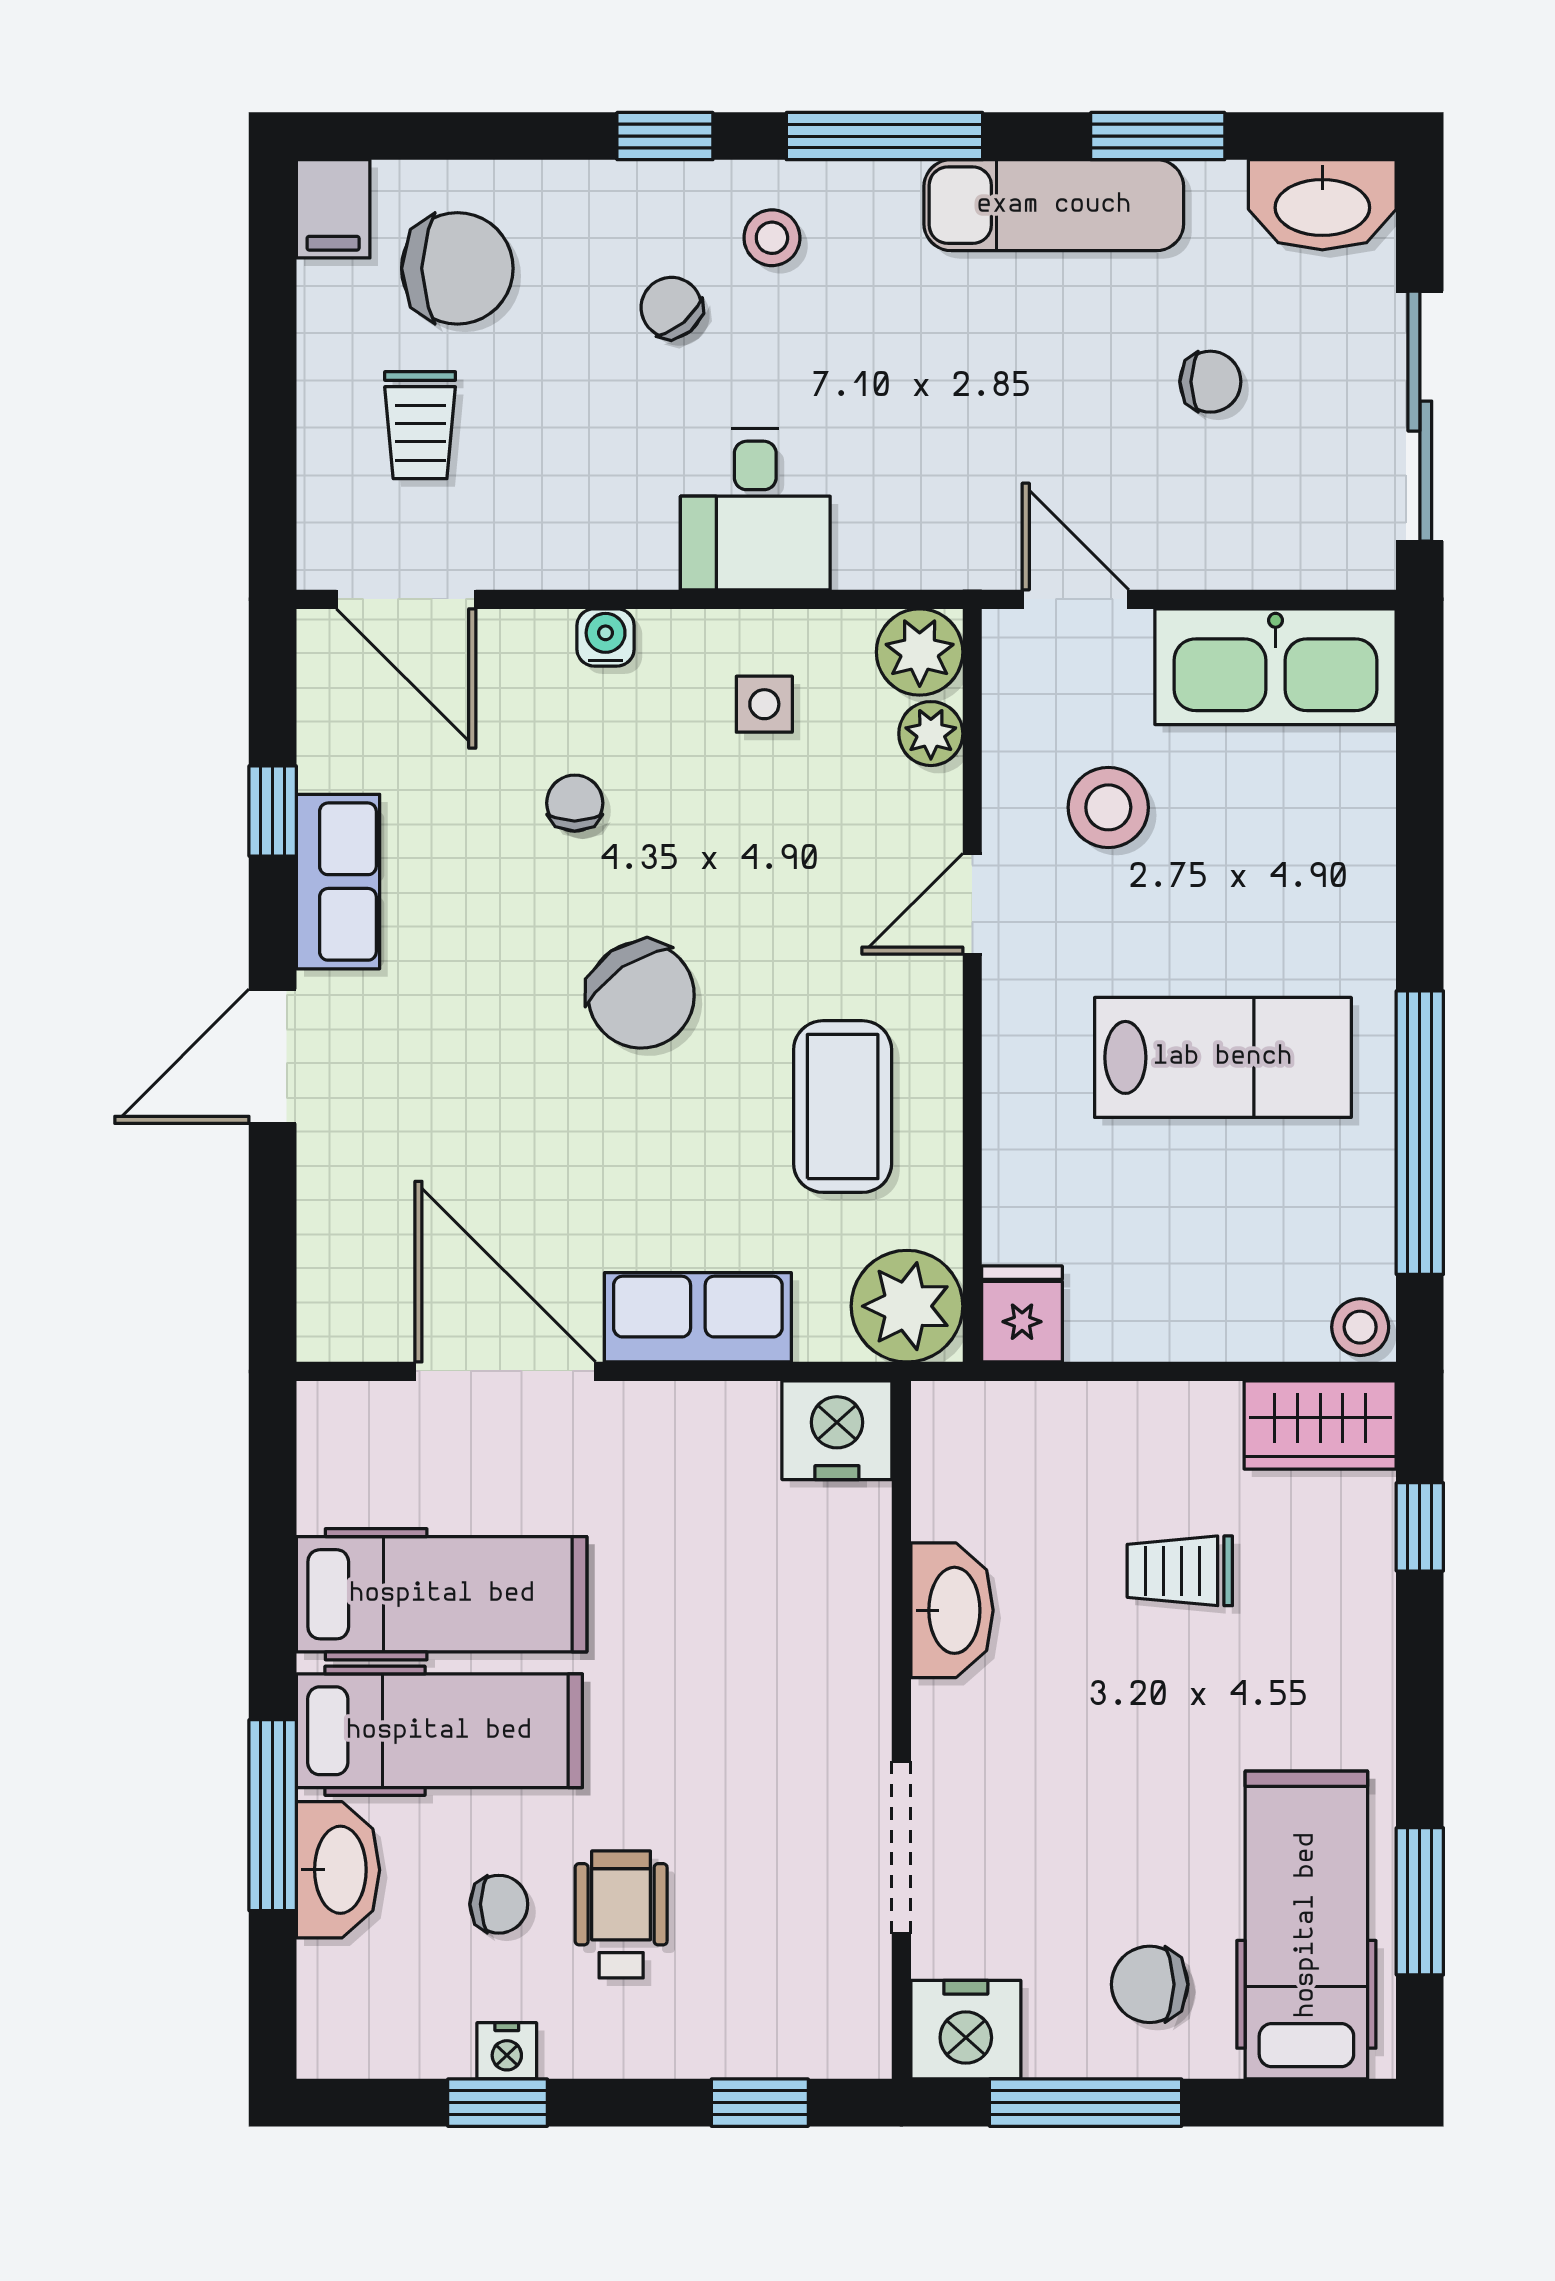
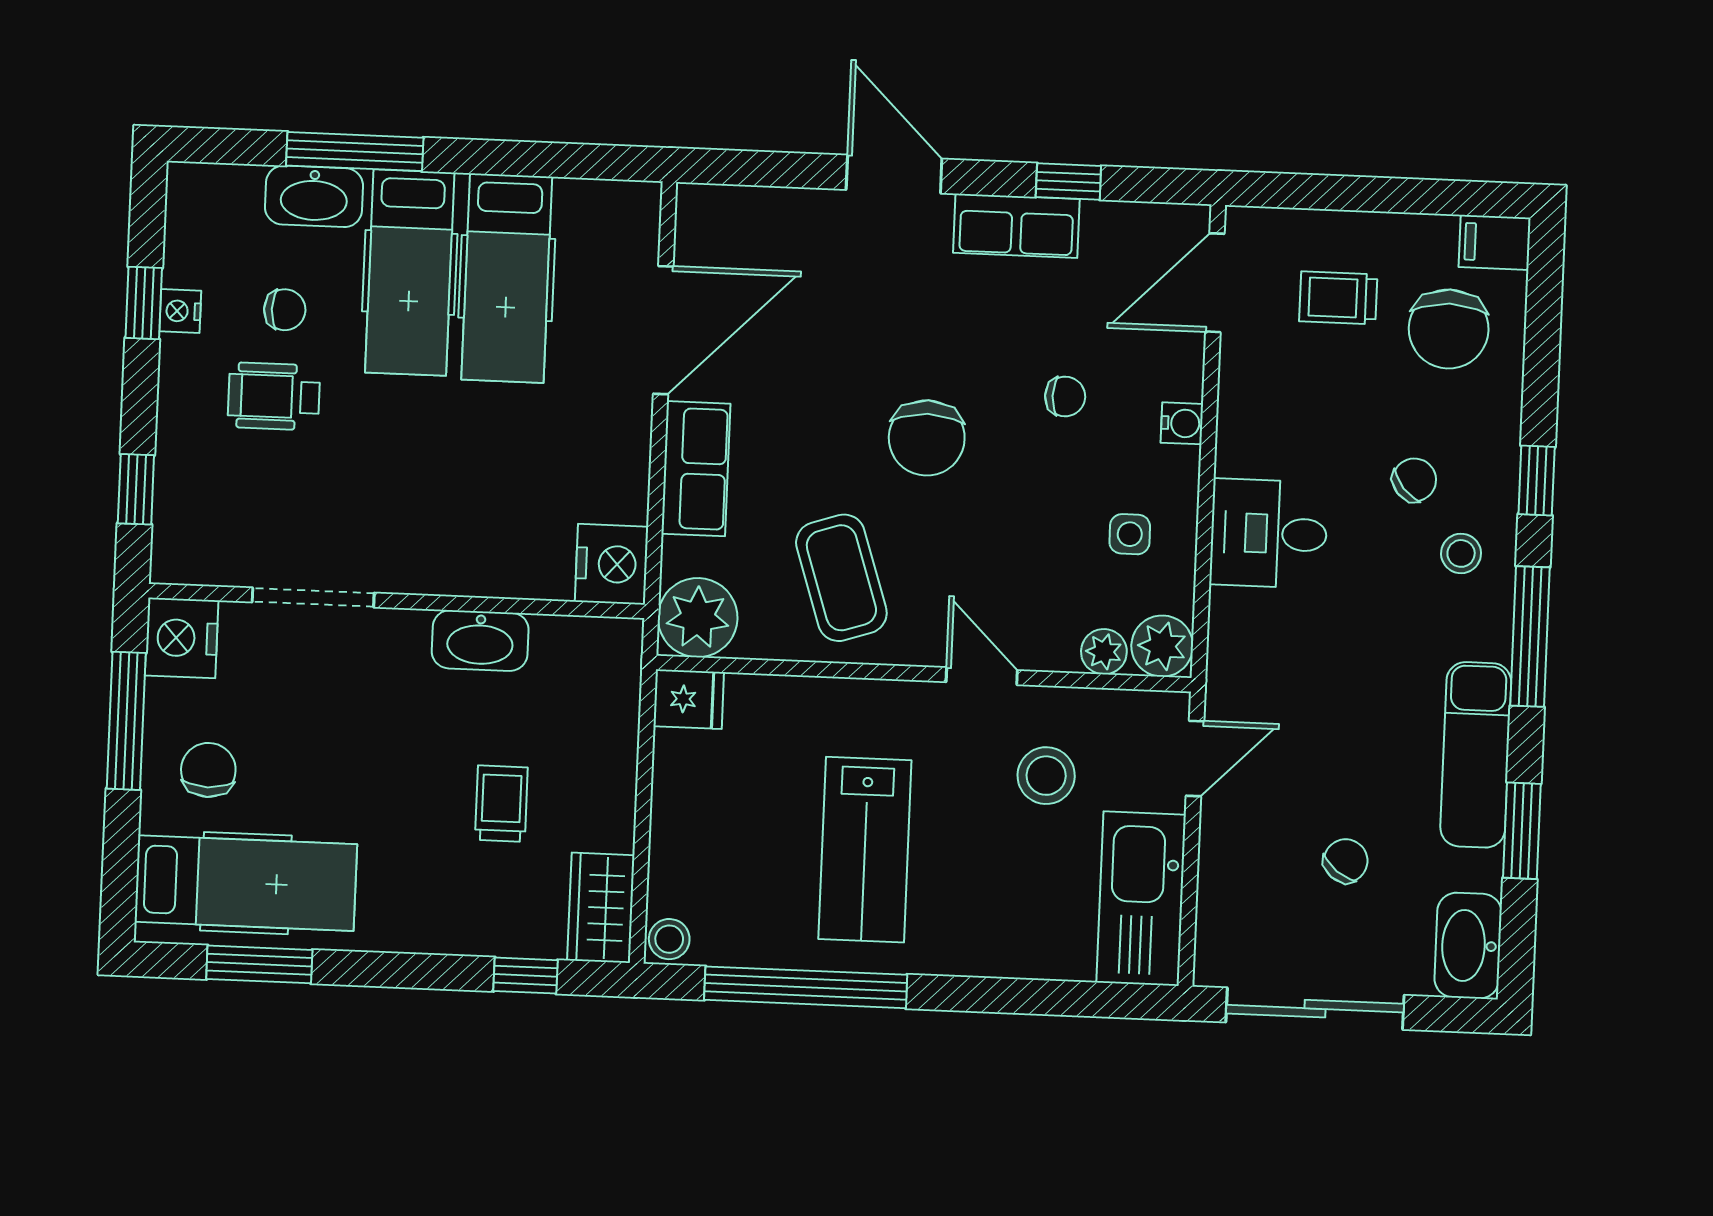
chair: (1210, 382) -> (1346, 861), turned -142
chair: (641, 995) -> (927, 438), turned -56
coffee table: (843, 1107) -> (841, 578), turned 72
chair: (499, 1904) -> (285, 310), turned -90
wheelchair: (621, 1914) -> (274, 396), turned 180

